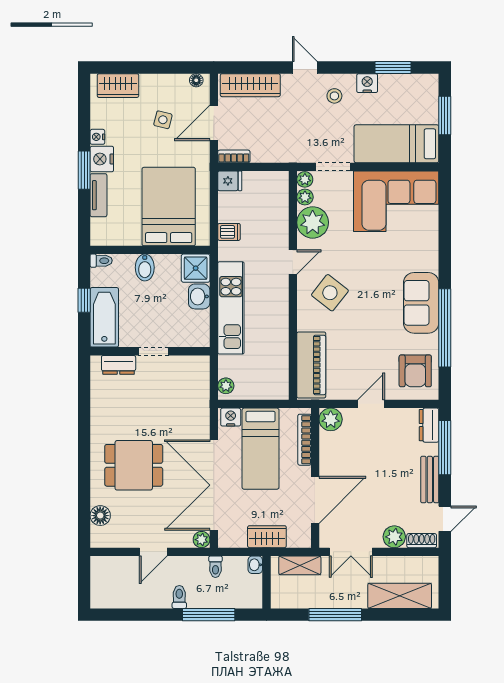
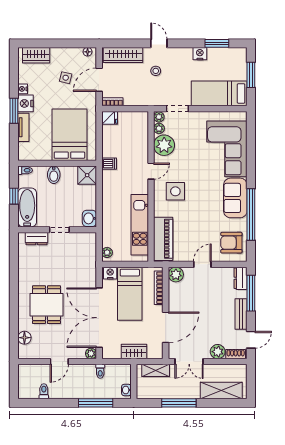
stool: (334, 96) -> (156, 71), moved
corner sofa: (396, 201) -> (227, 149), moved, turned 90
dishwasher: (229, 232) -> (109, 164), moved
side table: (330, 293) -> (175, 191), turned -38
washbasin: (199, 296) -> (89, 218), moved
kitchen unit: (231, 308) -> (140, 225), moved, turned 180
armchair: (415, 371) -> (231, 243), turned 90
dining table: (134, 465) -> (46, 305), turned 90
washbasin: (255, 565) -> (126, 390), moved
toilet: (179, 597) -> (44, 391), moved

